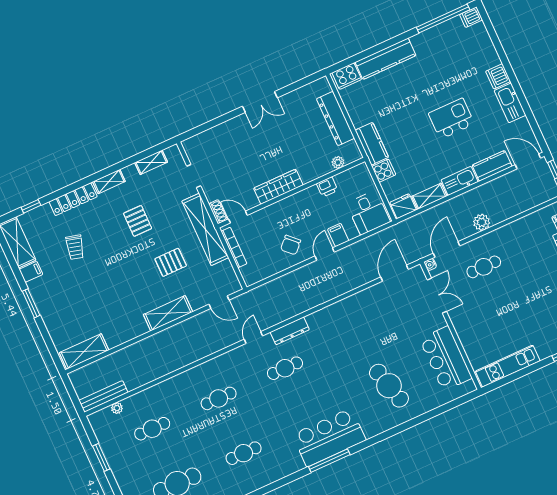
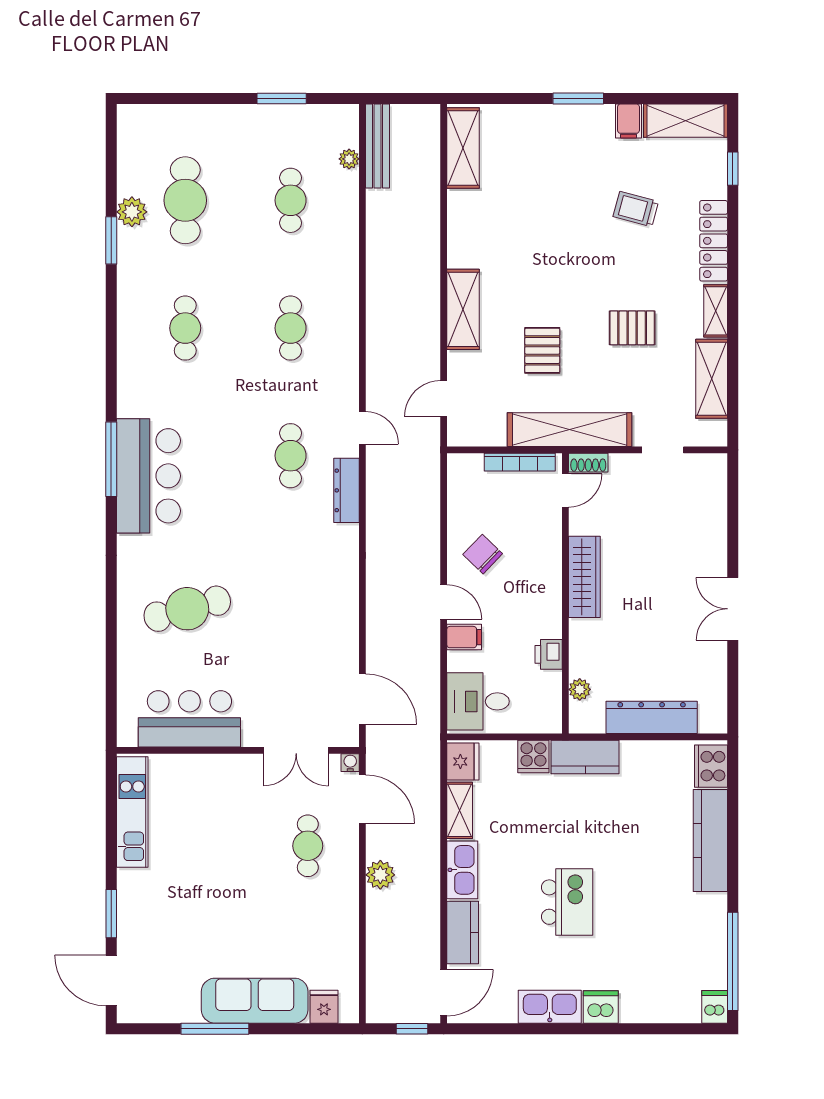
shelving: (151, 162) -> (712, 379), width x1.50, depth x1.33

